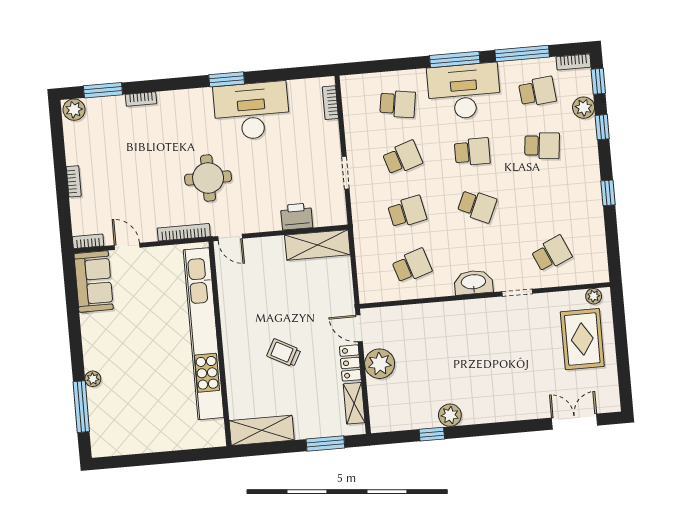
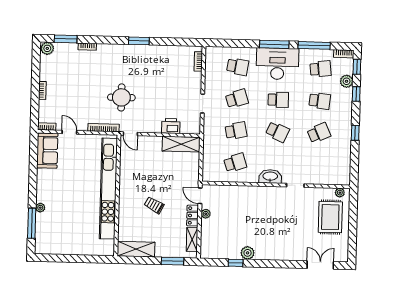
desk: (252, 111) -> (151, 61), removed
school desk: (552, 254) -> (319, 133), moved
plant: (380, 364) -> (206, 214), width x0.53, depth x0.53

